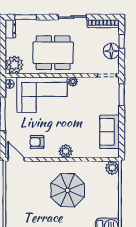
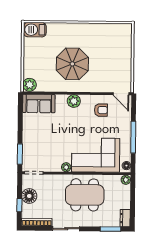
plant: (14, 65) -> (126, 180), width x0.53, depth x0.53
sofa: (109, 132) -> (39, 104), moved, turned 90

